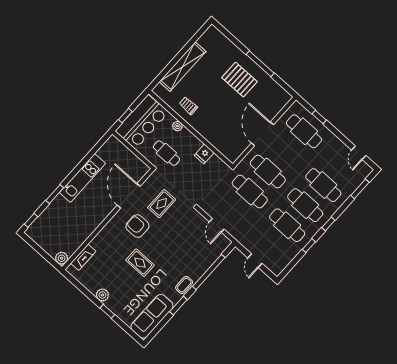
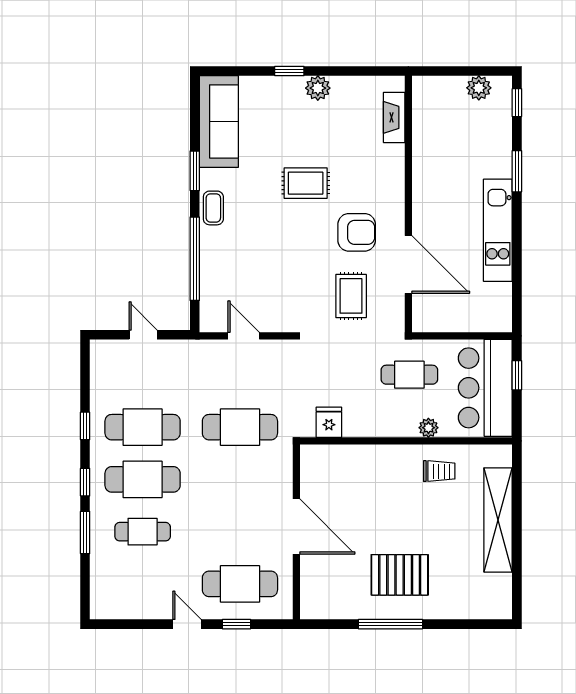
door: (359, 153) -> (187, 624), moved
fridge: (204, 154) -> (329, 422), moved
cafe table: (268, 171) -> (240, 479), removed
cafe table: (323, 185) -> (143, 532), width x0.73, depth x0.74
window: (360, 189) -> (85, 533), moved
plant: (62, 258) -> (479, 88), moved

